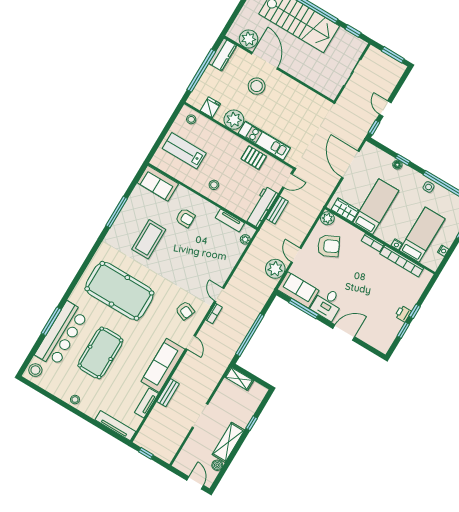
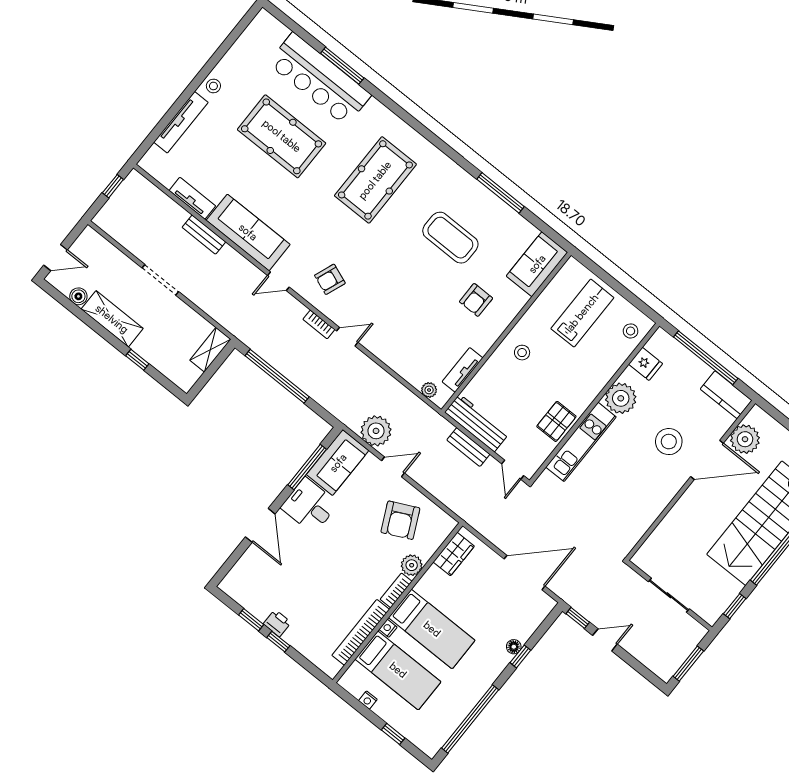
side table: (429, 187) -> (472, 691), removed
bed: (376, 207) -> (432, 629), moved
plant: (327, 218) -> (412, 565), moved
pool table: (119, 291) -> (375, 180), width x0.73, depth x0.76
stool: (35, 370) -> (269, 30), removed
tv unit: (115, 426) -> (181, 122), moved

